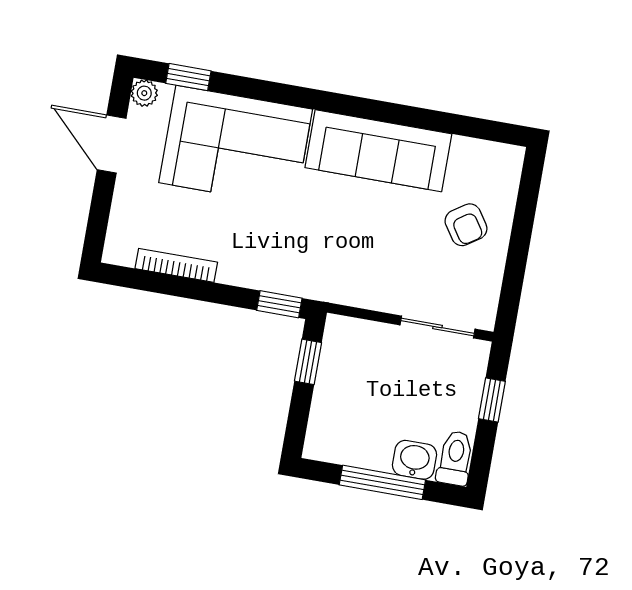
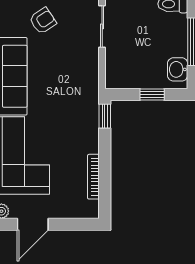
window: (308, 362) -> (152, 95), moved
washbasin: (414, 460) -> (178, 69), moved

